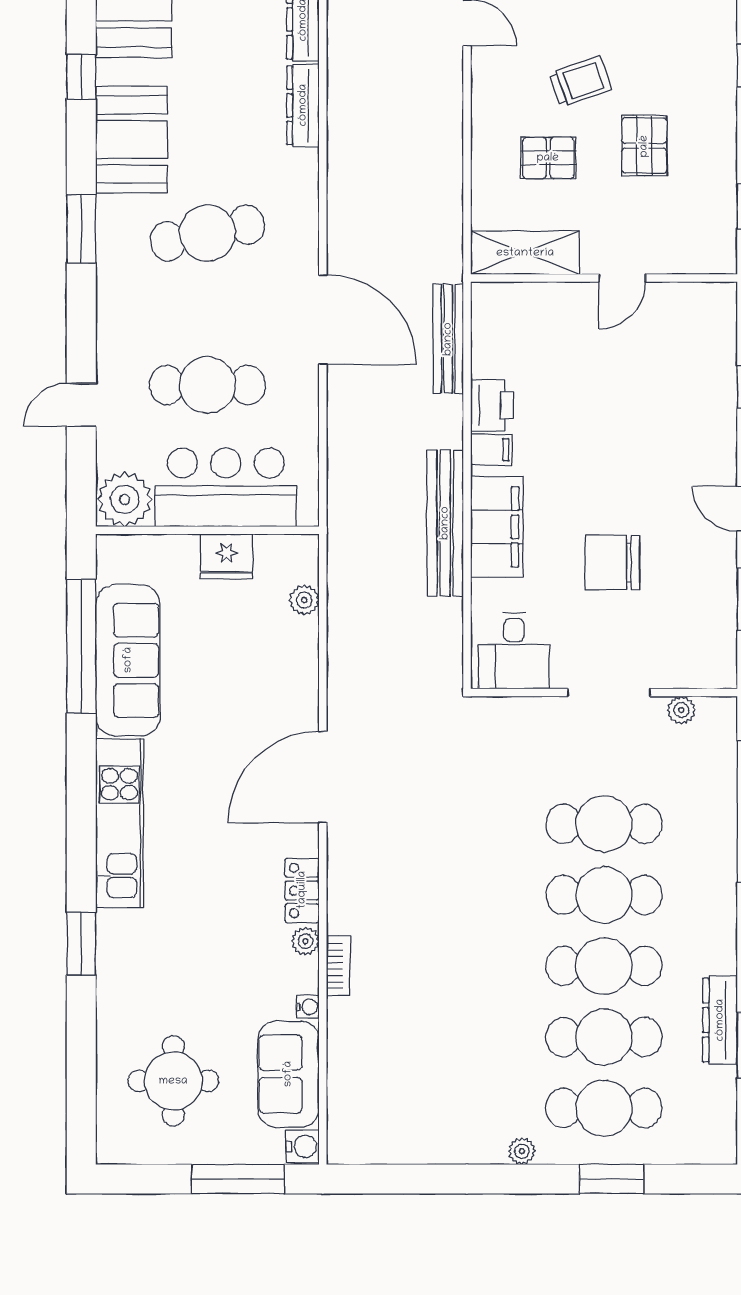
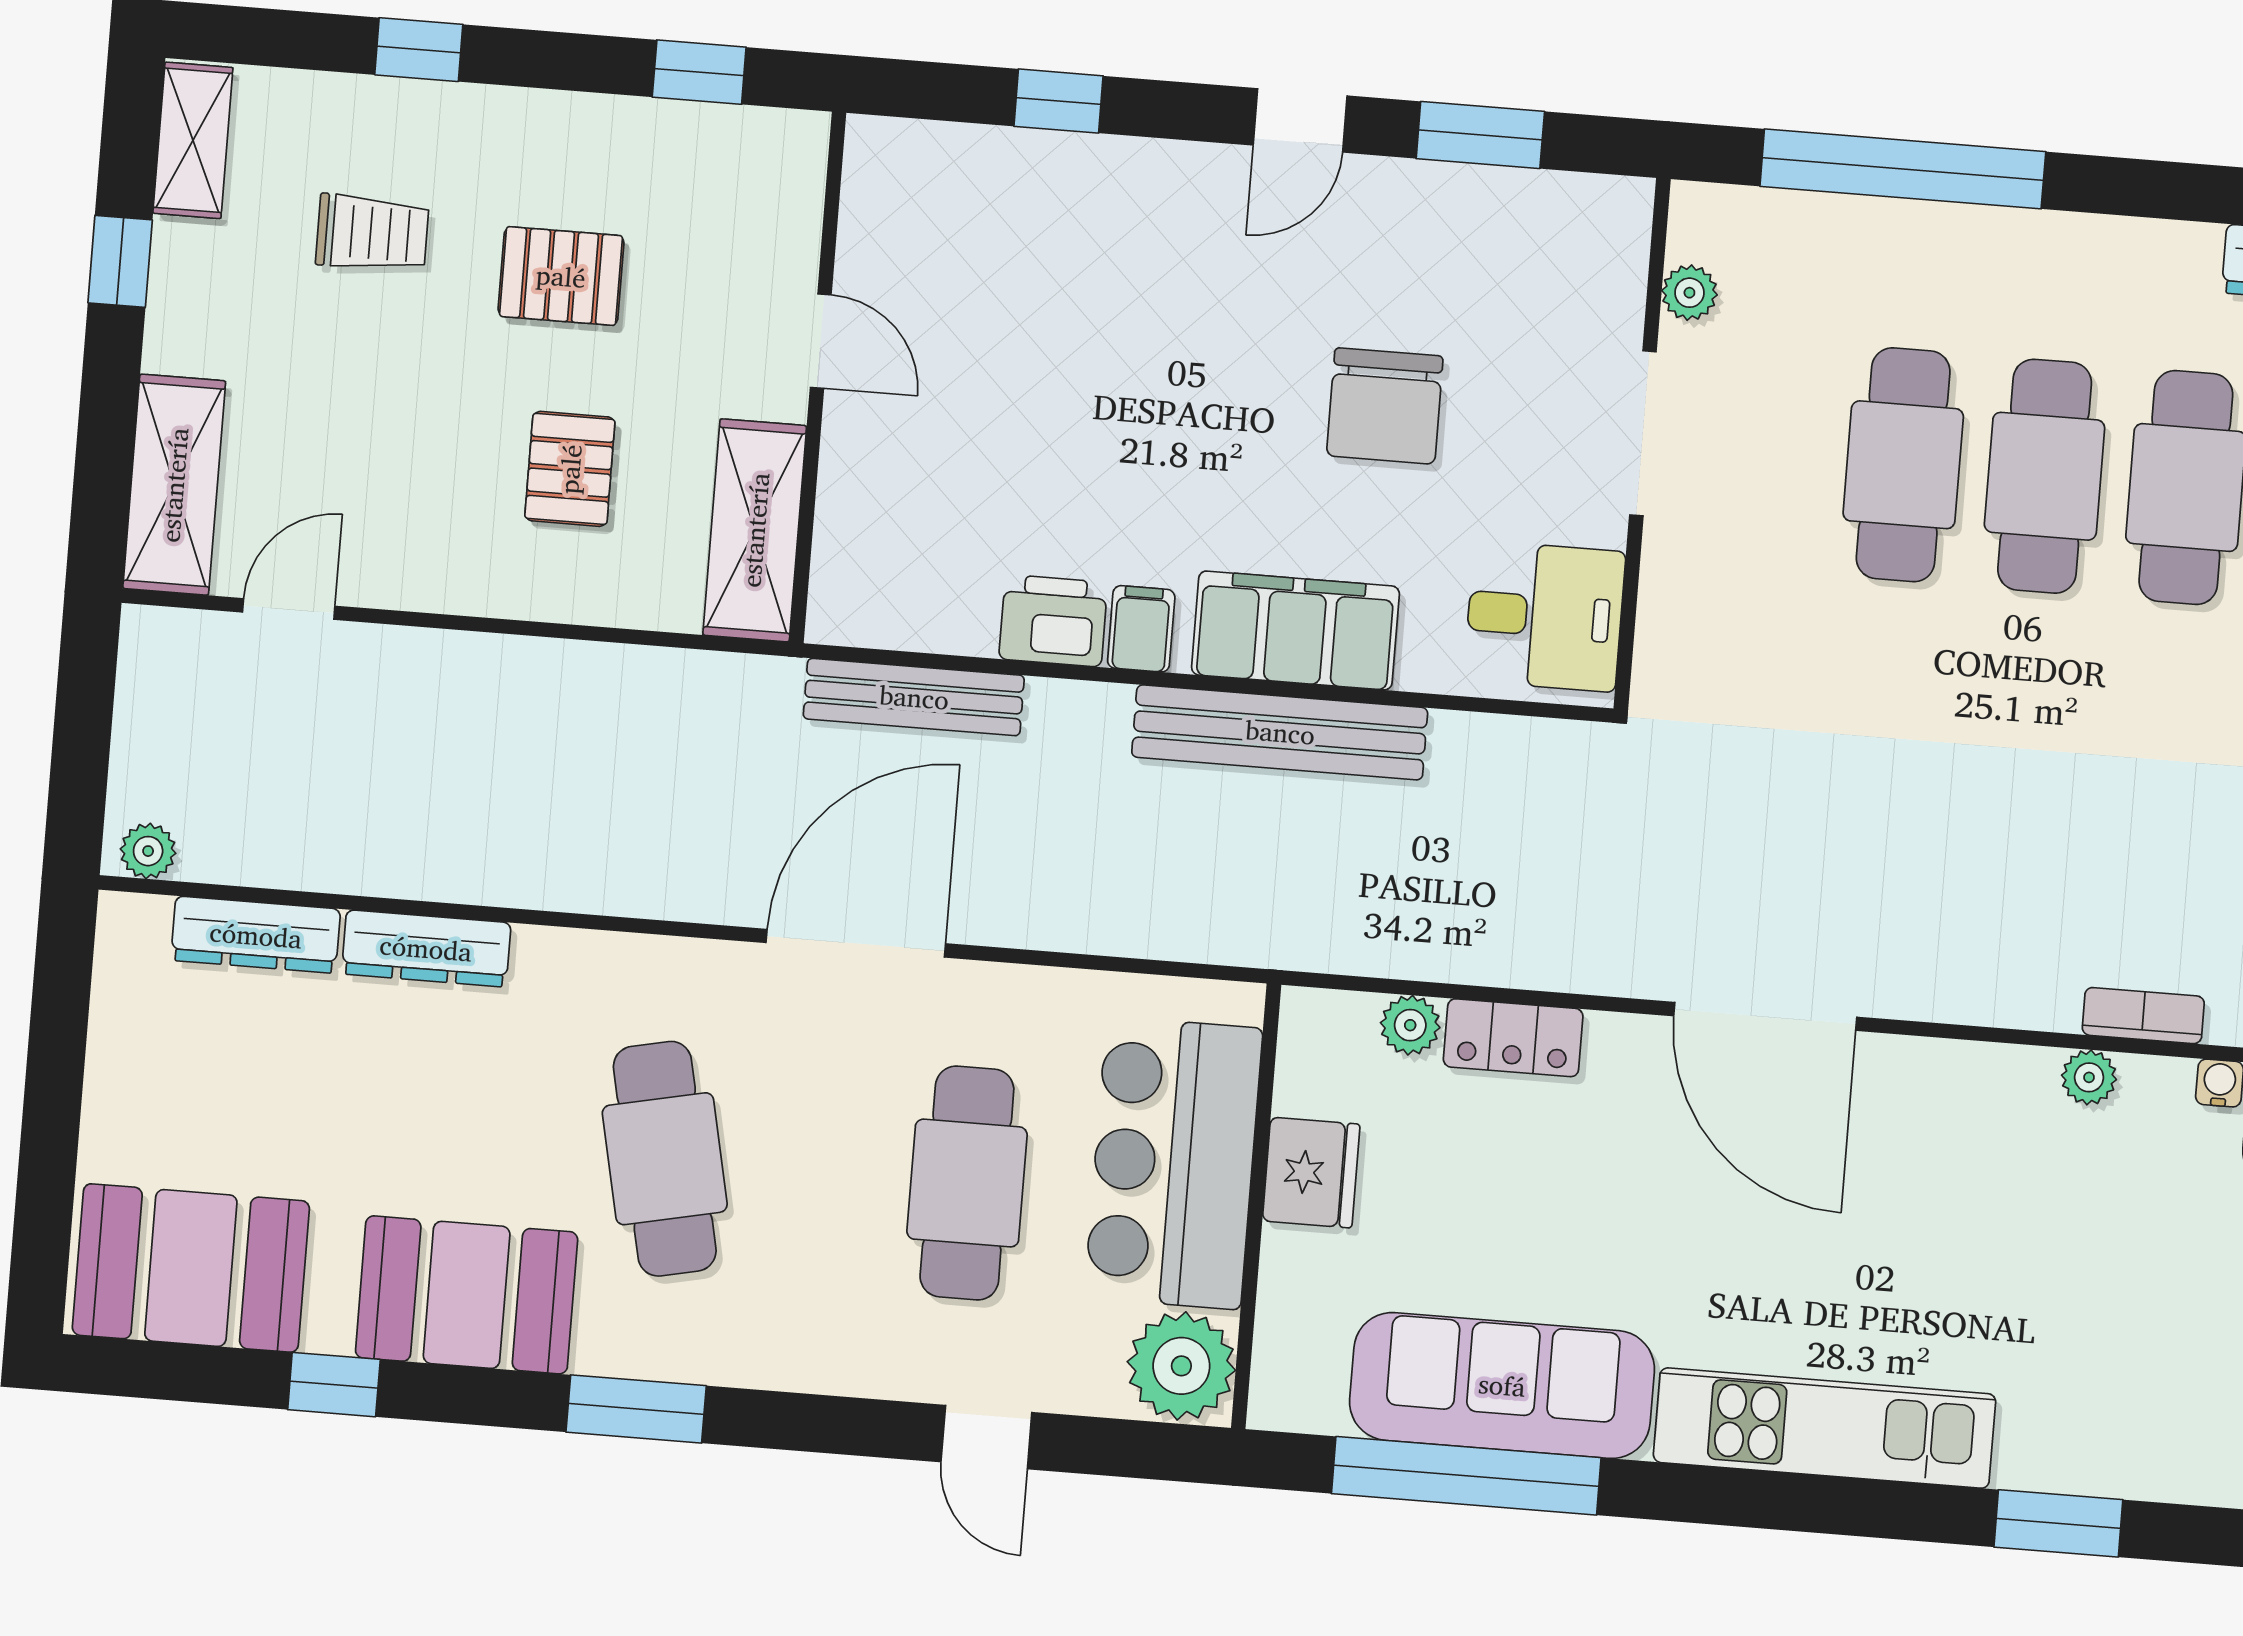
trolley: (580, 82) -> (372, 233), moved, turned 109
locker: (302, 890) -> (1513, 1038), moved

